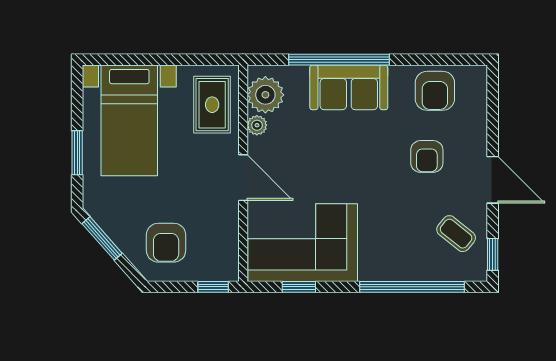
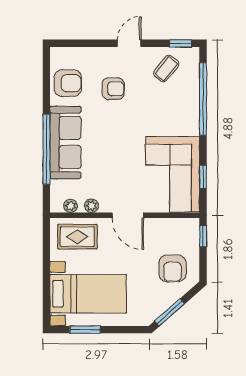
sofa: (349, 87) -> (65, 142), width x1.36
plant: (265, 95) -> (71, 206), width x0.53, depth x0.53
window: (77, 153) -> (85, 330), moved
door: (243, 178) -> (128, 215), swing flipped
door: (493, 180) -> (129, 43), width x0.73
armchair: (166, 243) -> (172, 268), turned 90

